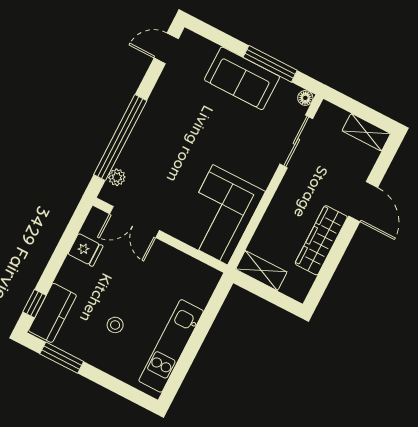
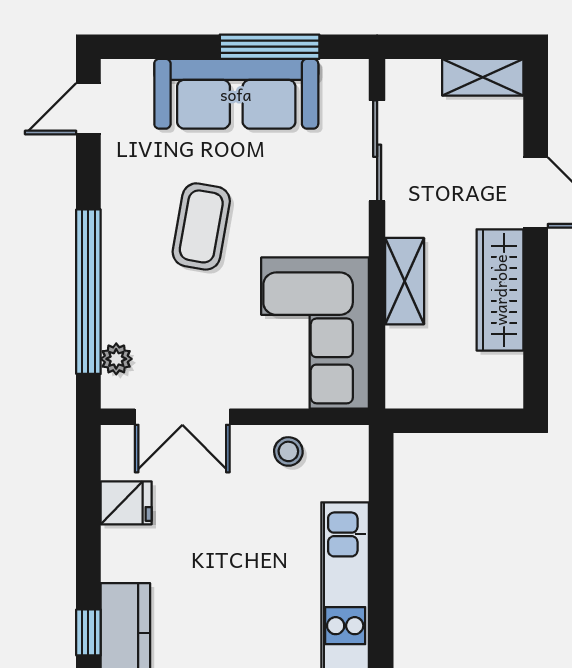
sofa: (242, 78) -> (236, 94), width x1.36
floor lamp: (305, 98) -> (355, 73), removed
coffee table: (192, 134) -> (201, 226), added
shelving: (261, 271) -> (405, 281), moved, turned 90
stool: (115, 325) -> (288, 451), moved

